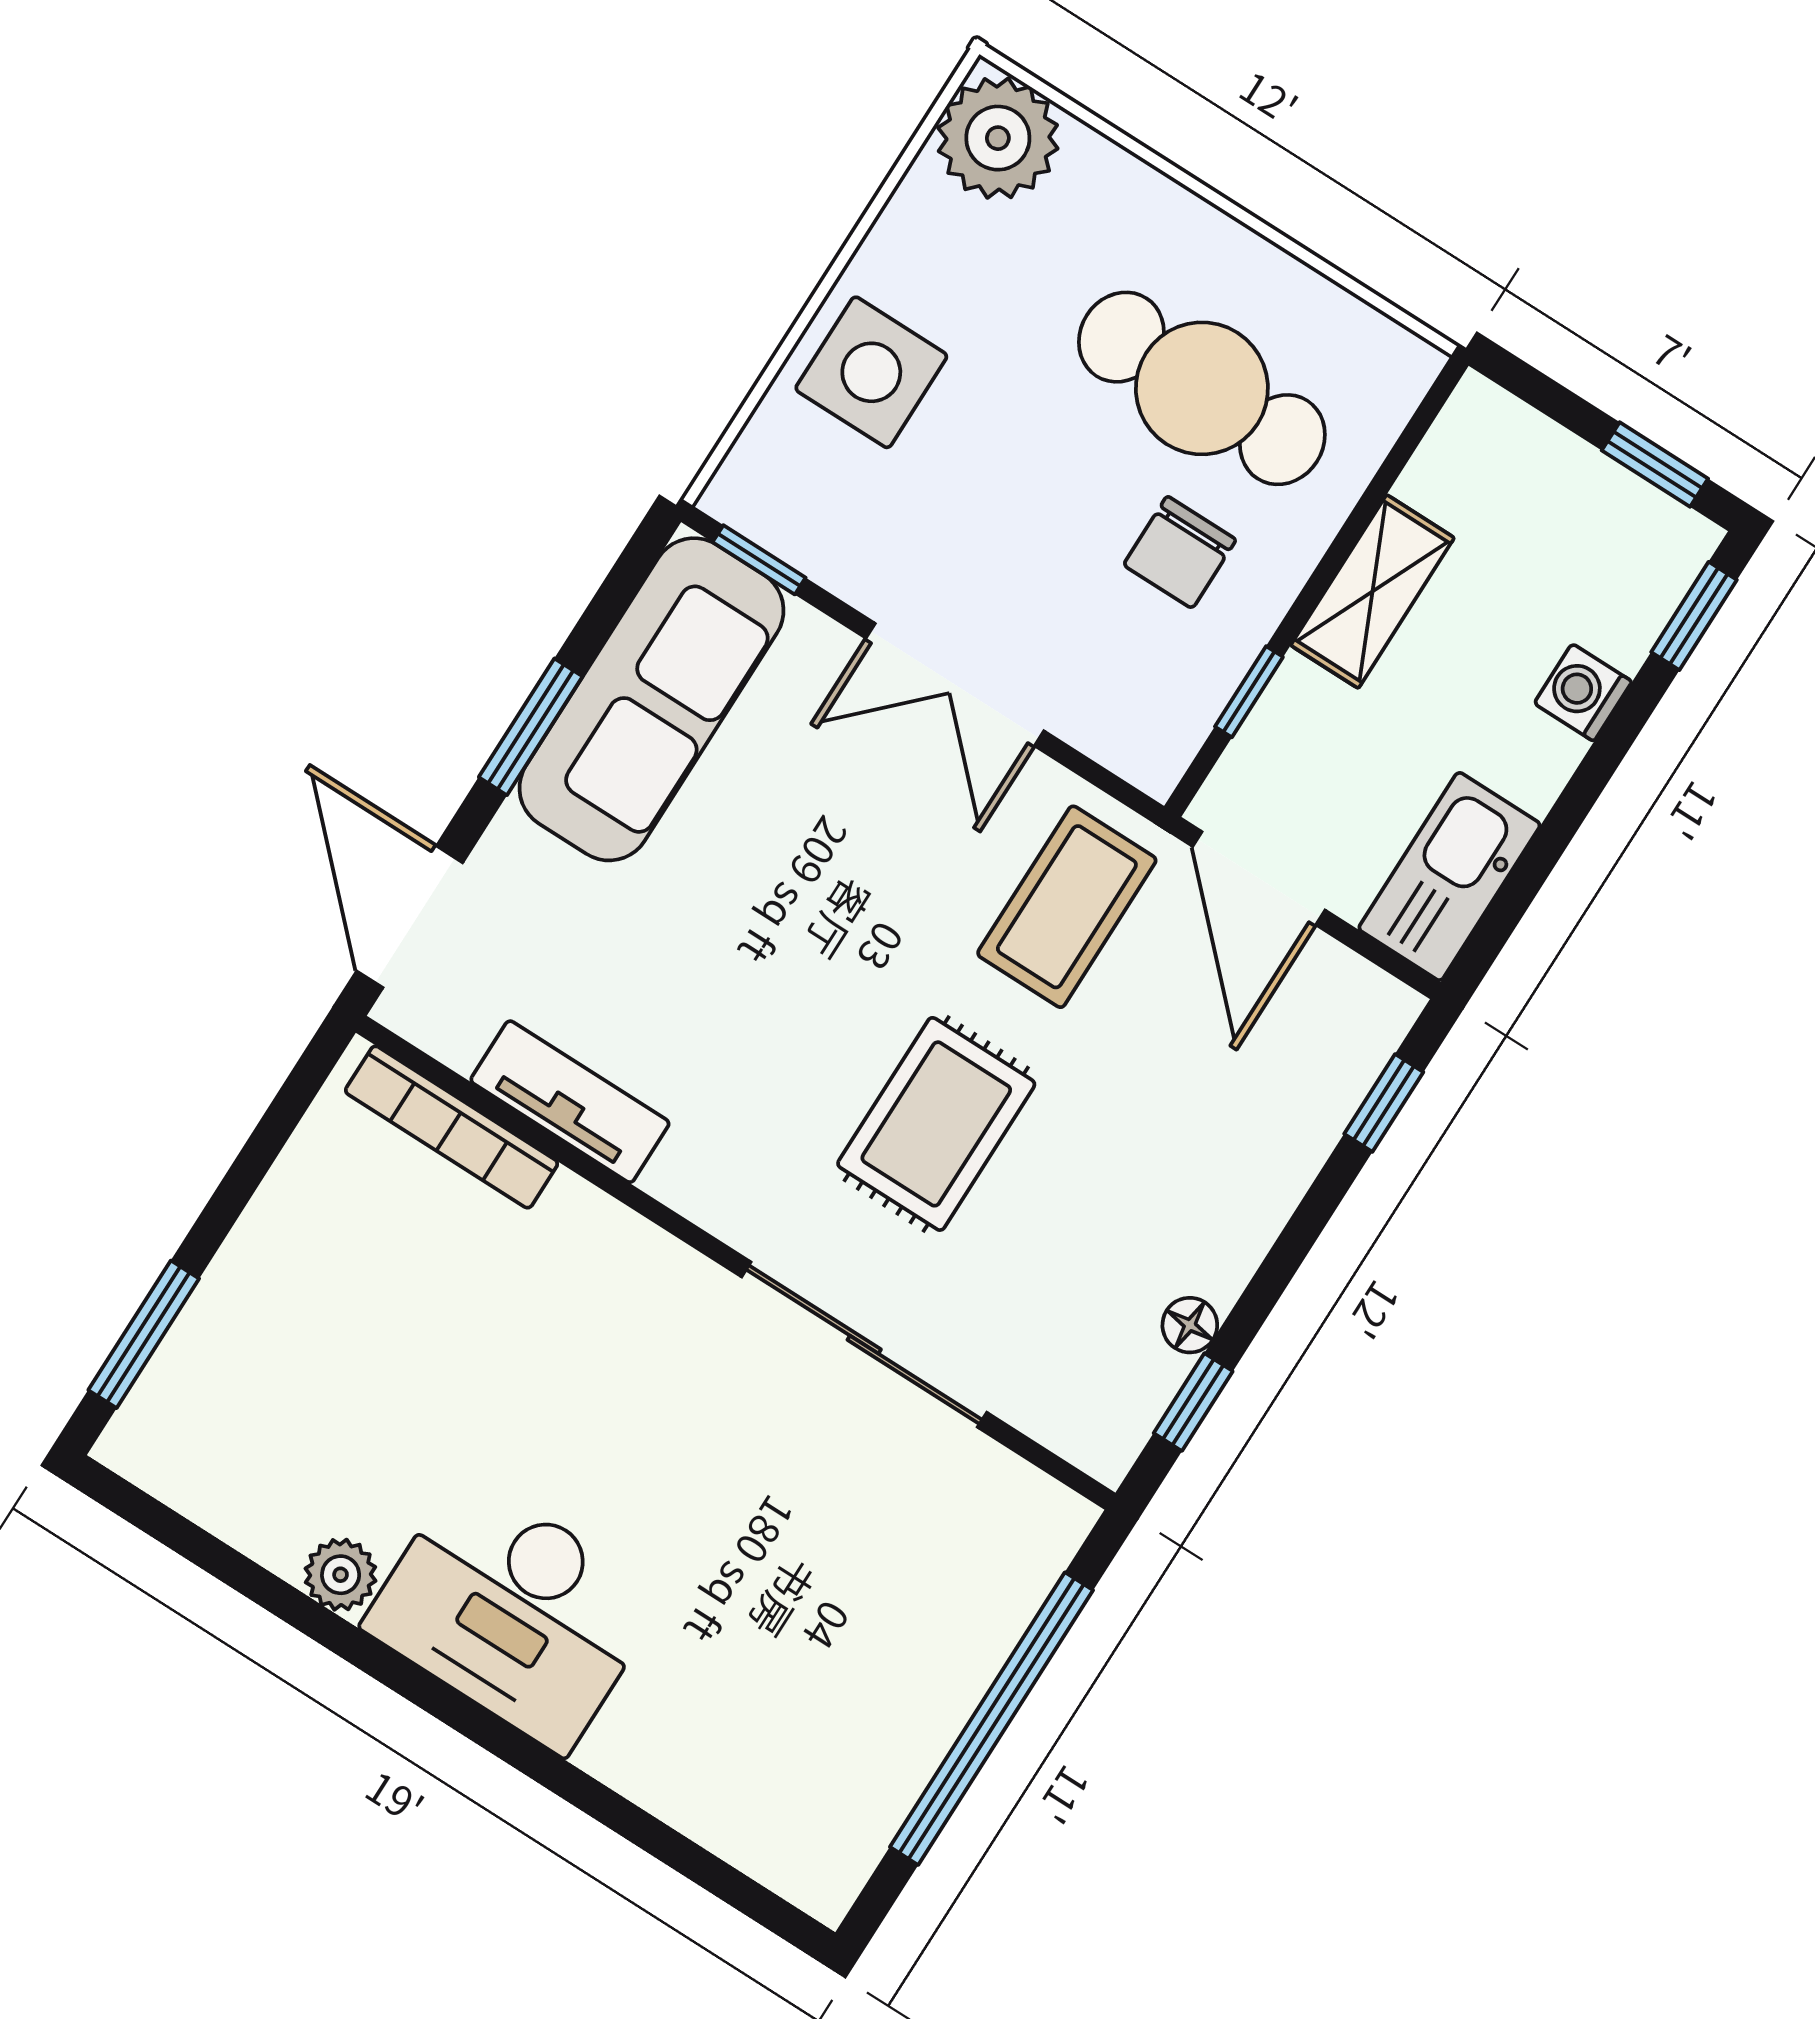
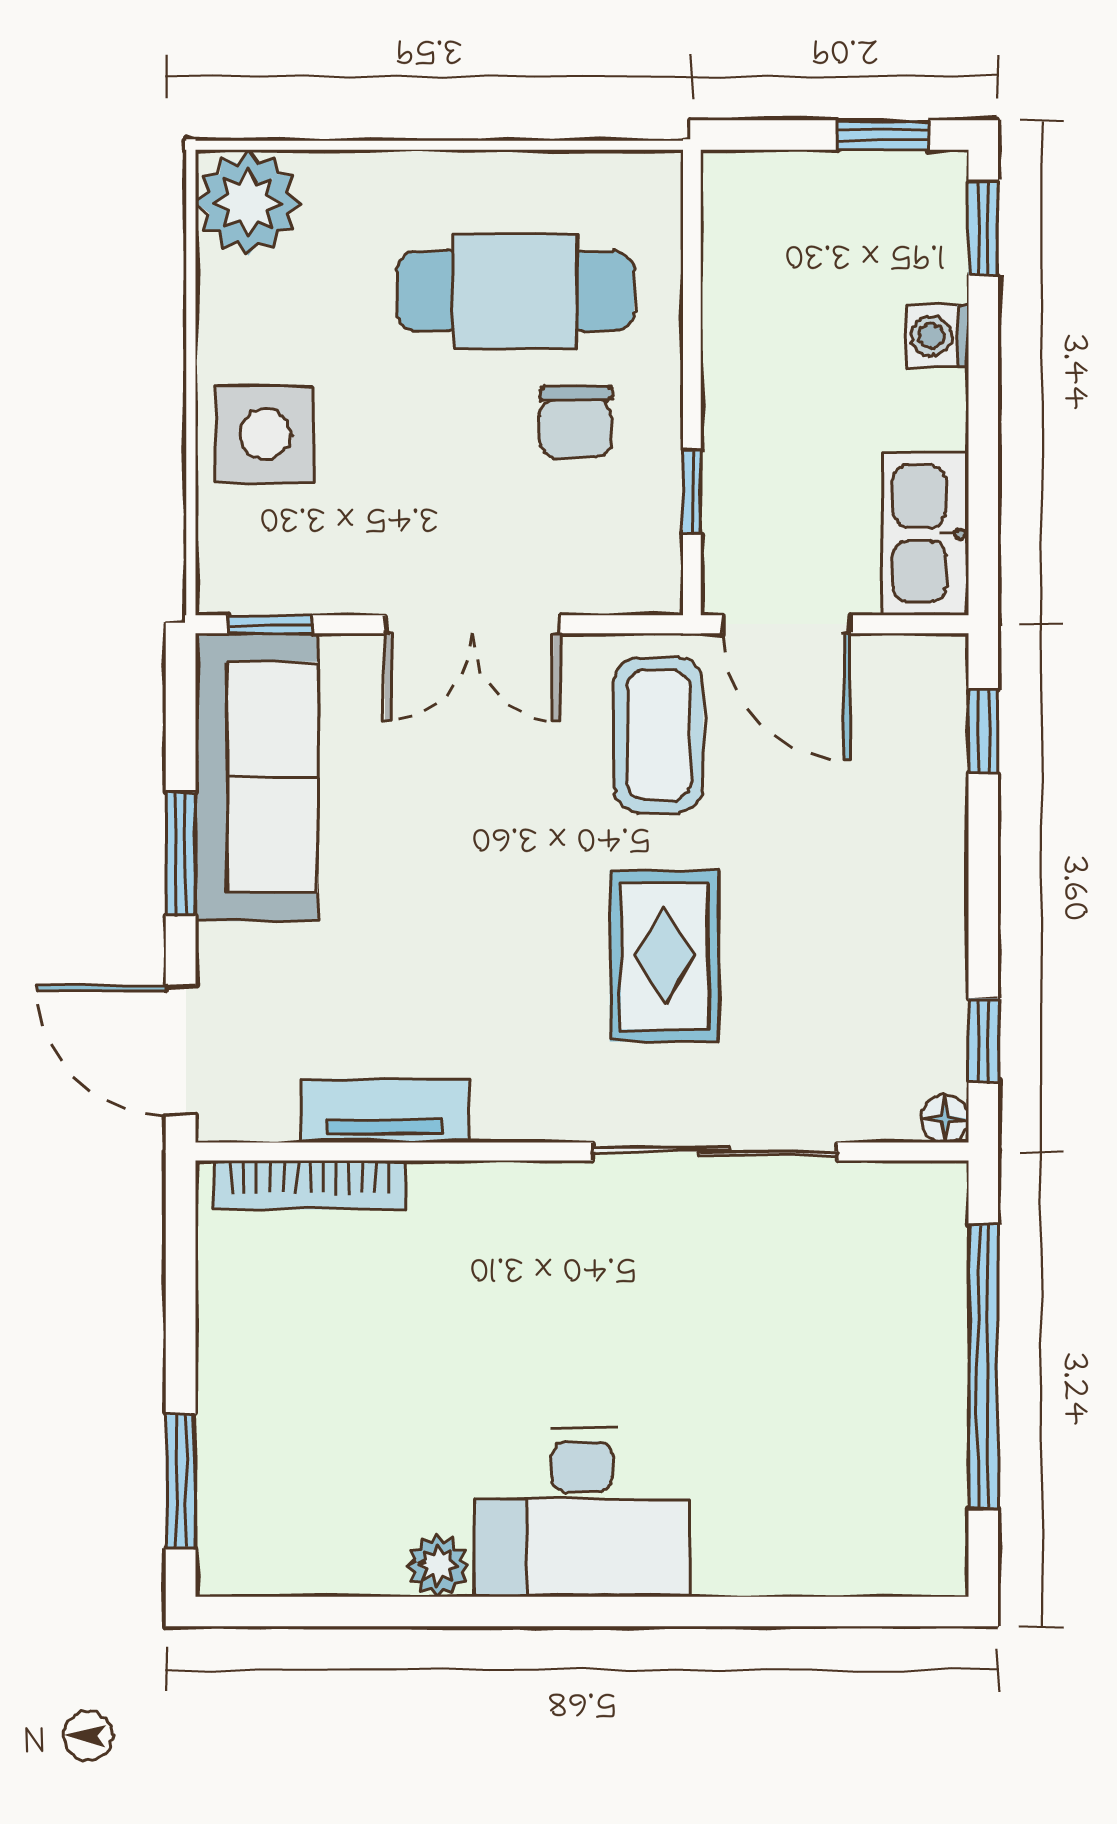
shelving: (1372, 592) -> (736, 361), removed
floor lamp: (1190, 1325) -> (945, 1119), moved

